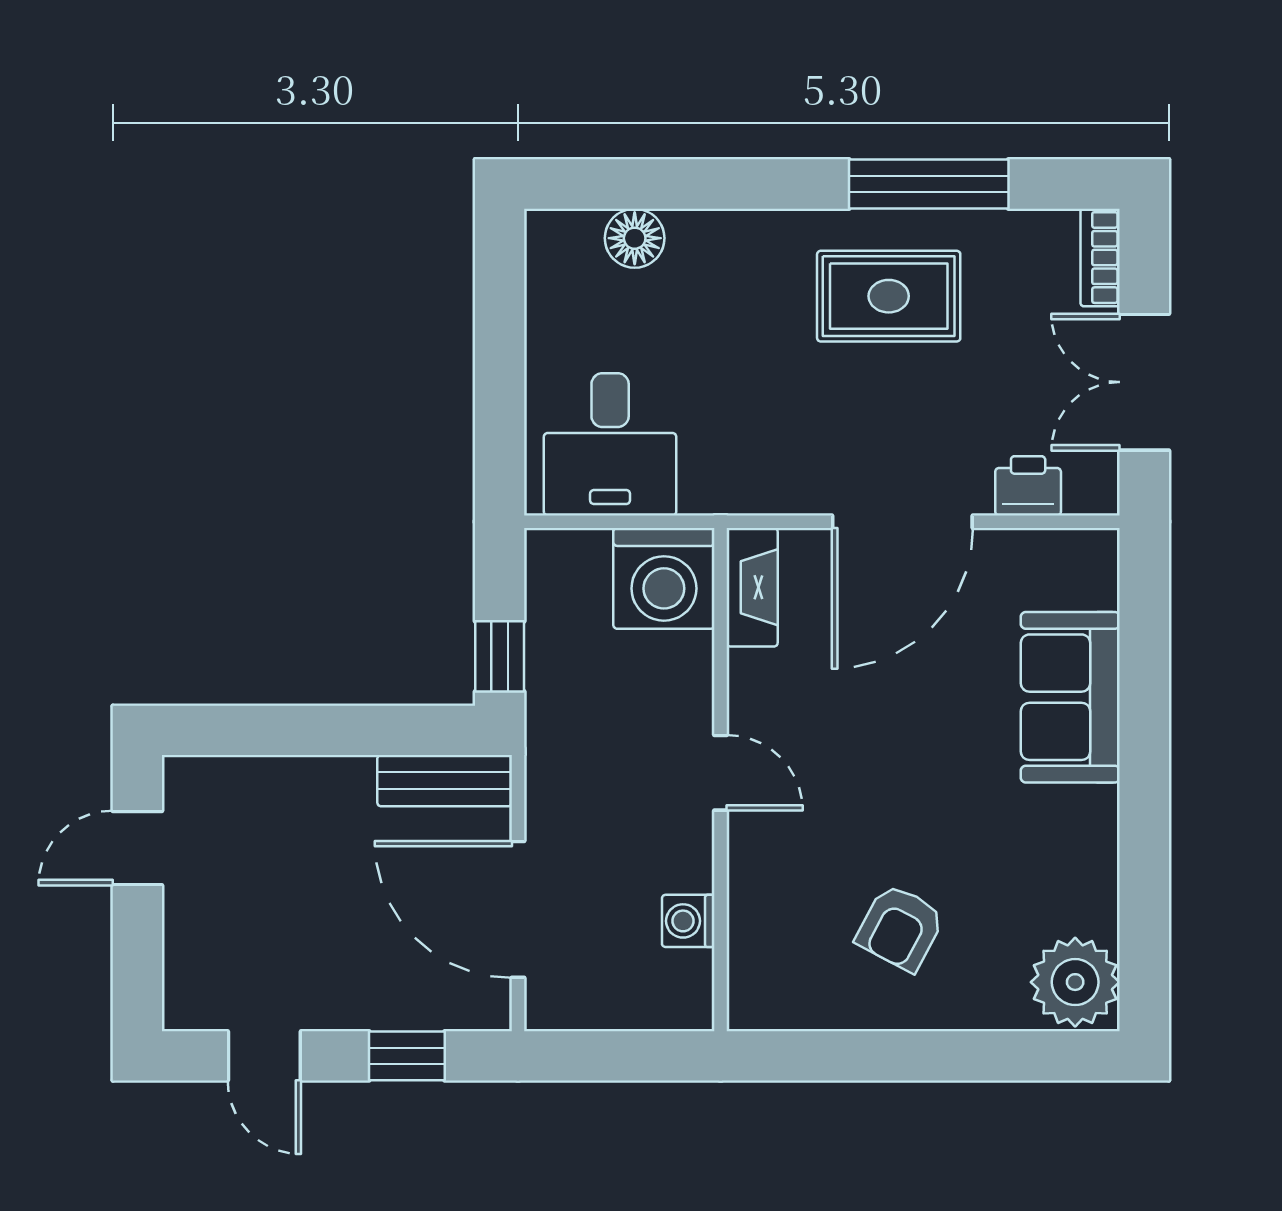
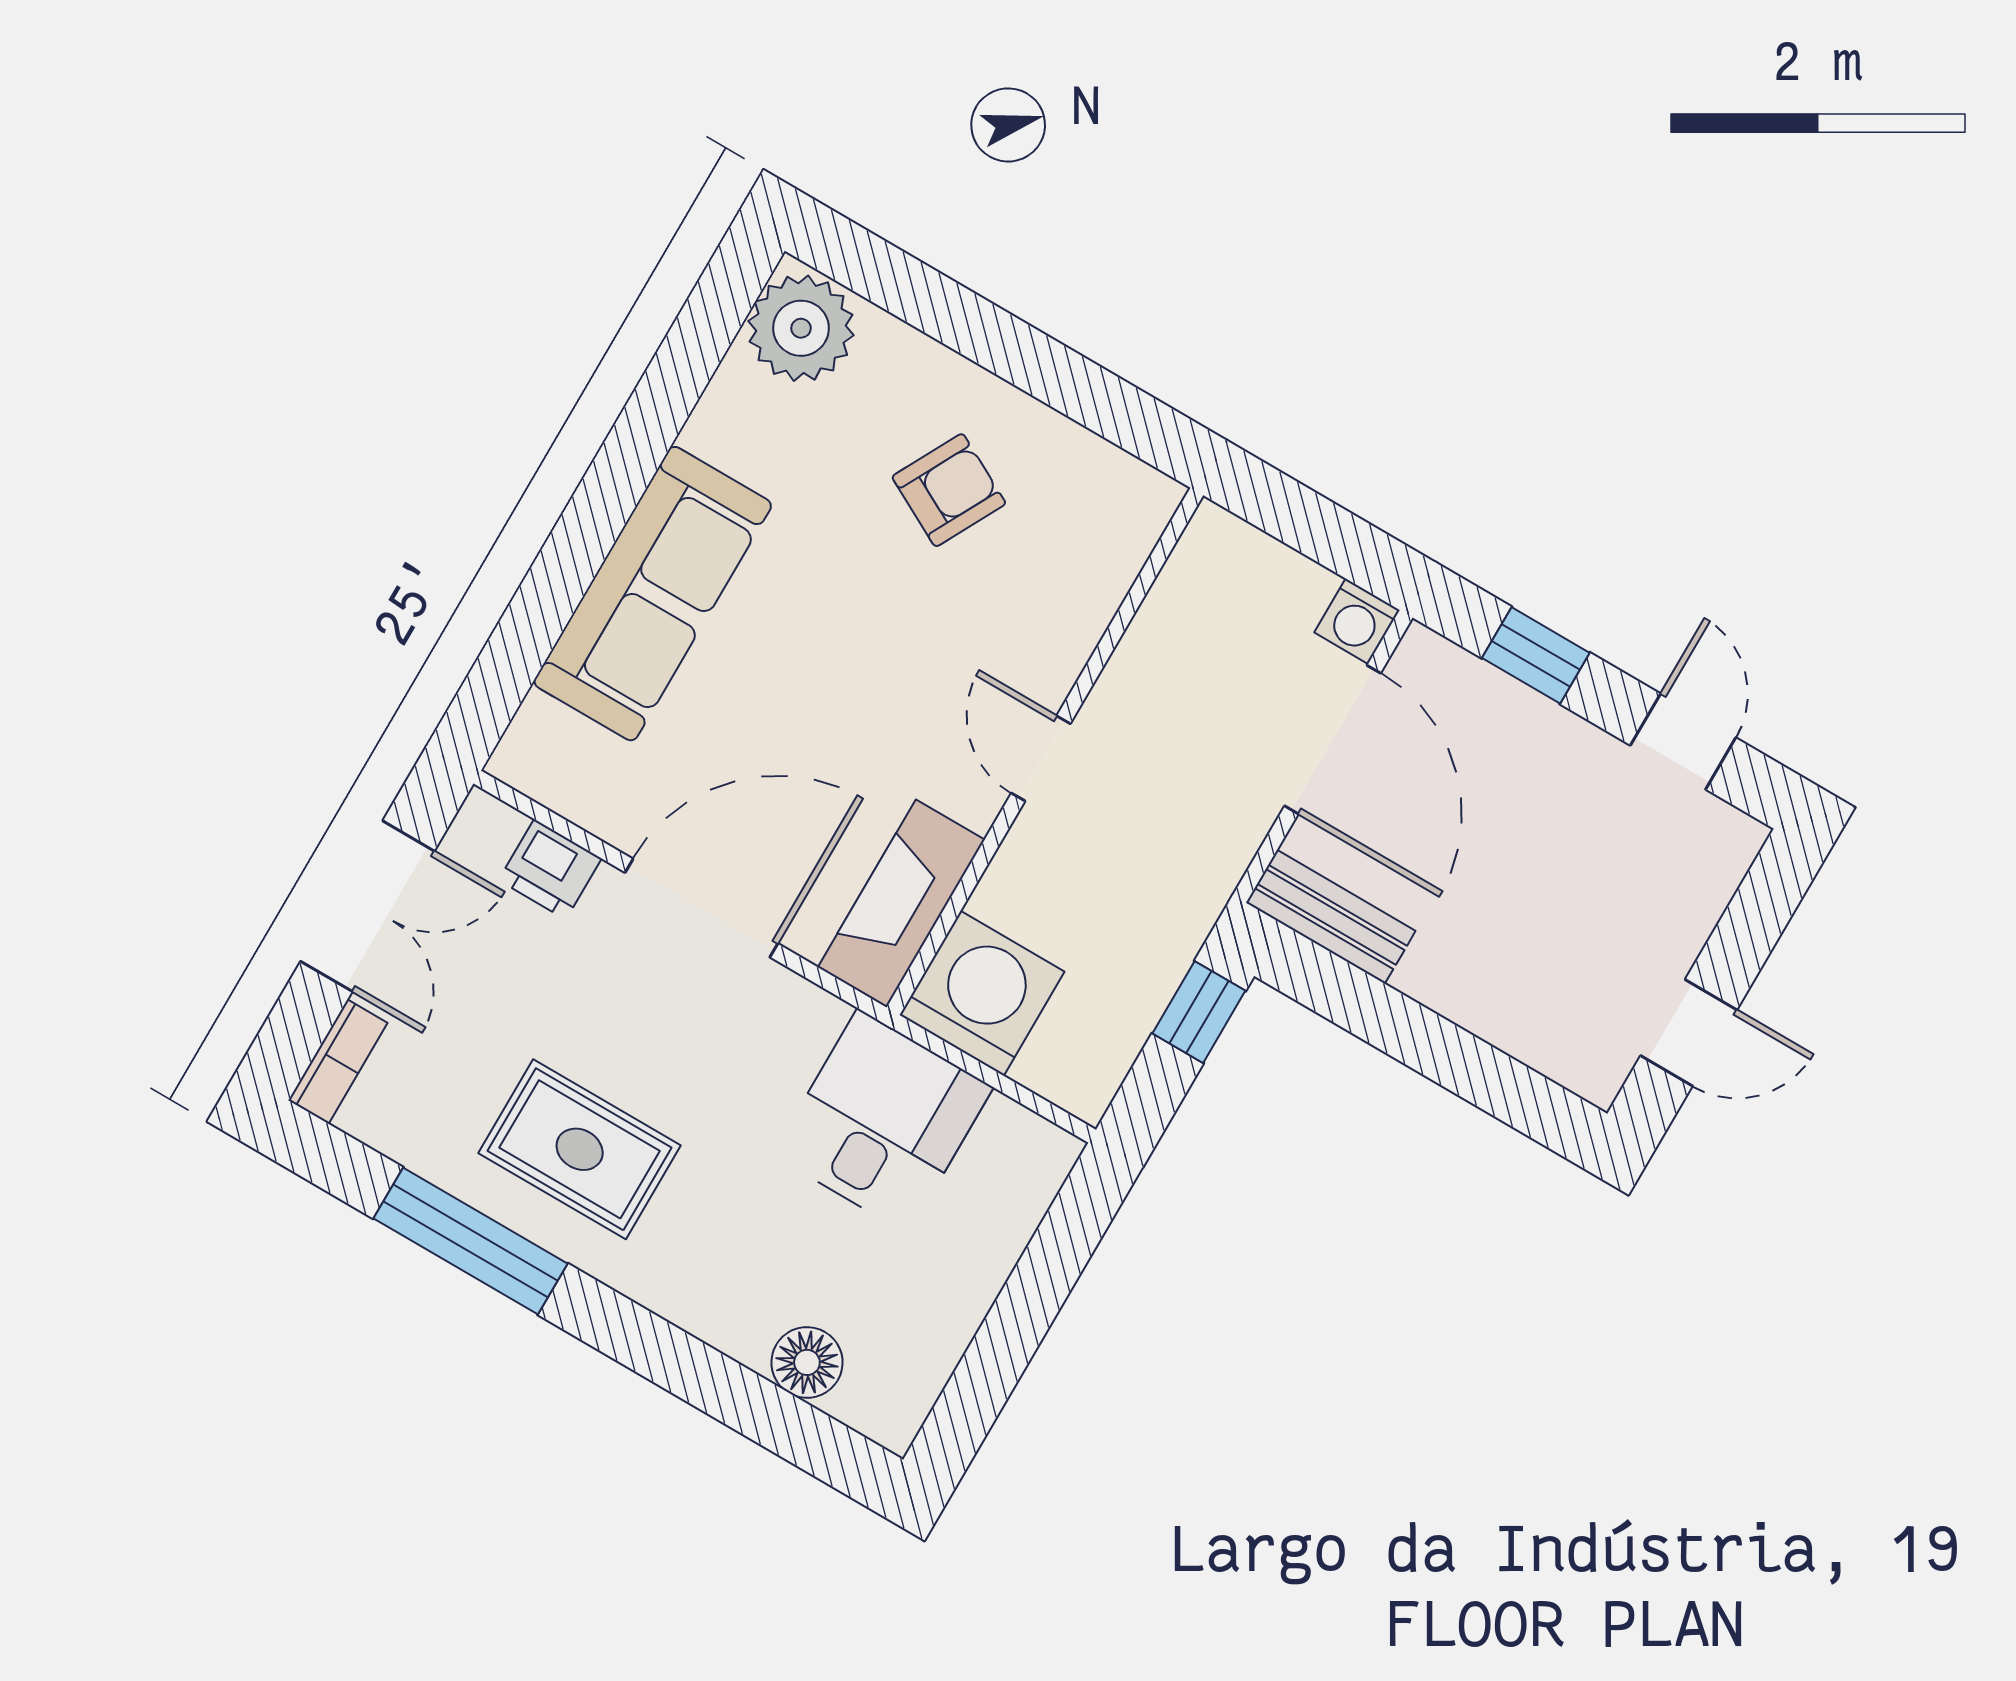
desk: (610, 444) -> (883, 1121), moved
fireplace: (752, 587) -> (901, 903), width x1.37, depth x1.32
sofa: (1070, 697) -> (653, 594), width x1.36
washing machine: (688, 921) -> (1357, 621), moved, turned 90

